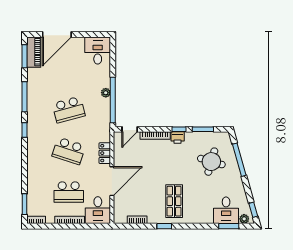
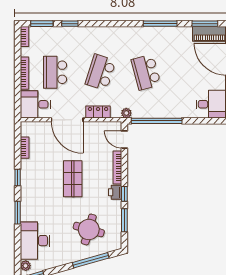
plant: (106, 93) -> (126, 113), moved
window: (25, 130) -> (70, 24), moved
shop shelf: (174, 201) -> (73, 179), moved, turned 90
desk: (226, 210) -> (35, 241), width x1.37
window: (229, 226) -> (18, 213), moved

